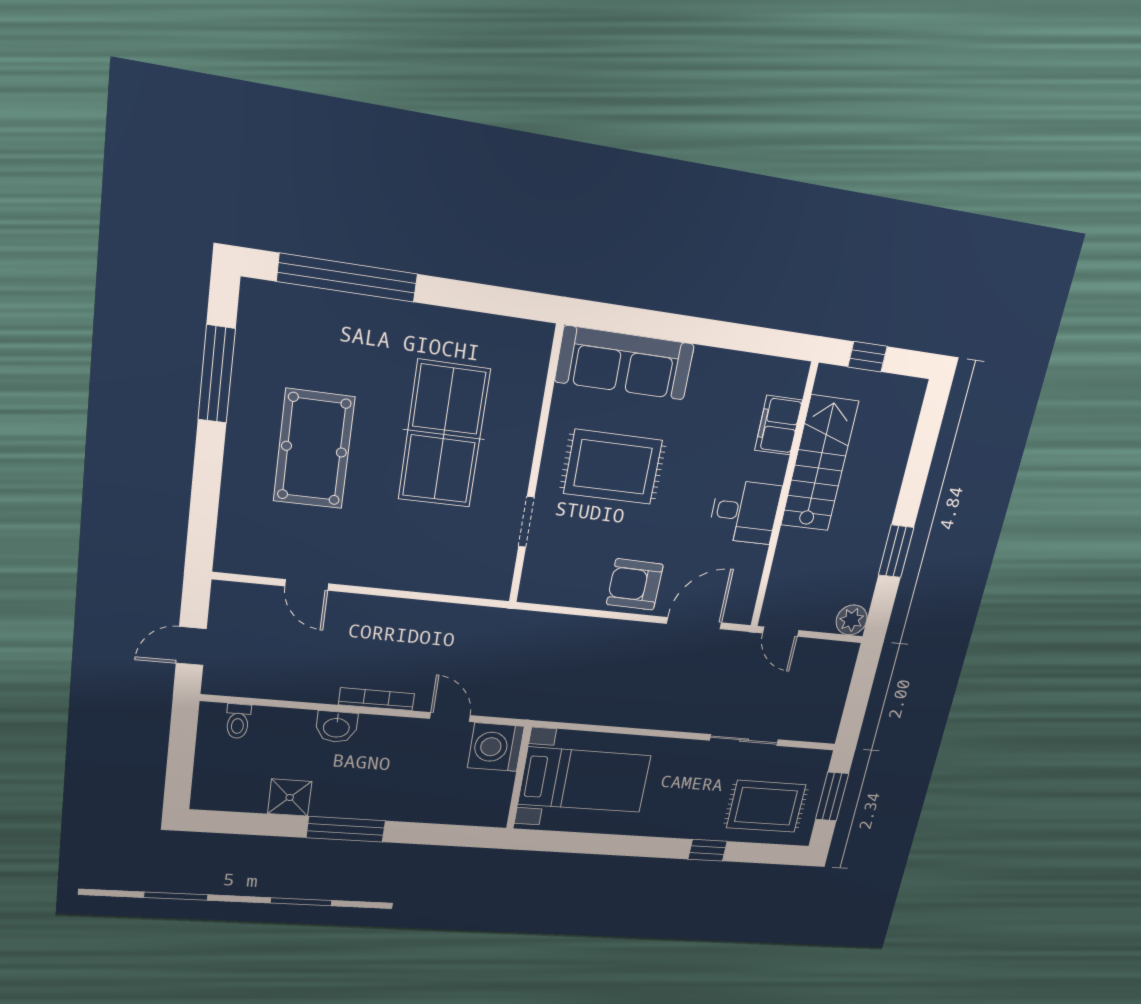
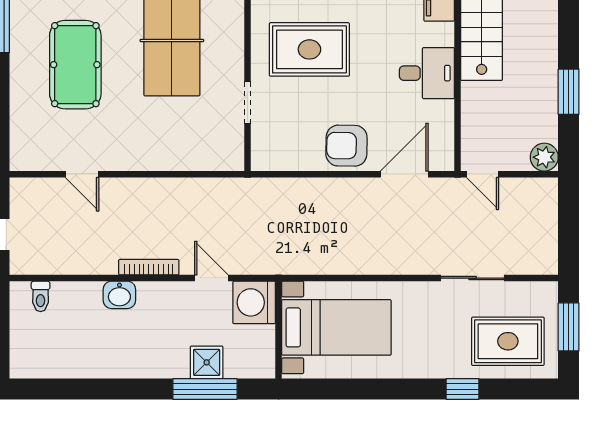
shower: (290, 798) -> (207, 362), moved
window: (346, 829) -> (205, 389), moved

